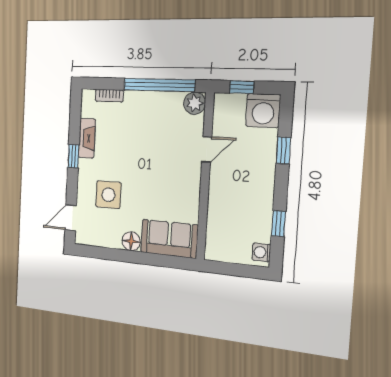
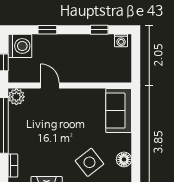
side table: (108, 195) -> (89, 162), turned -38
floor lamp: (131, 241) -> (124, 159), moved

